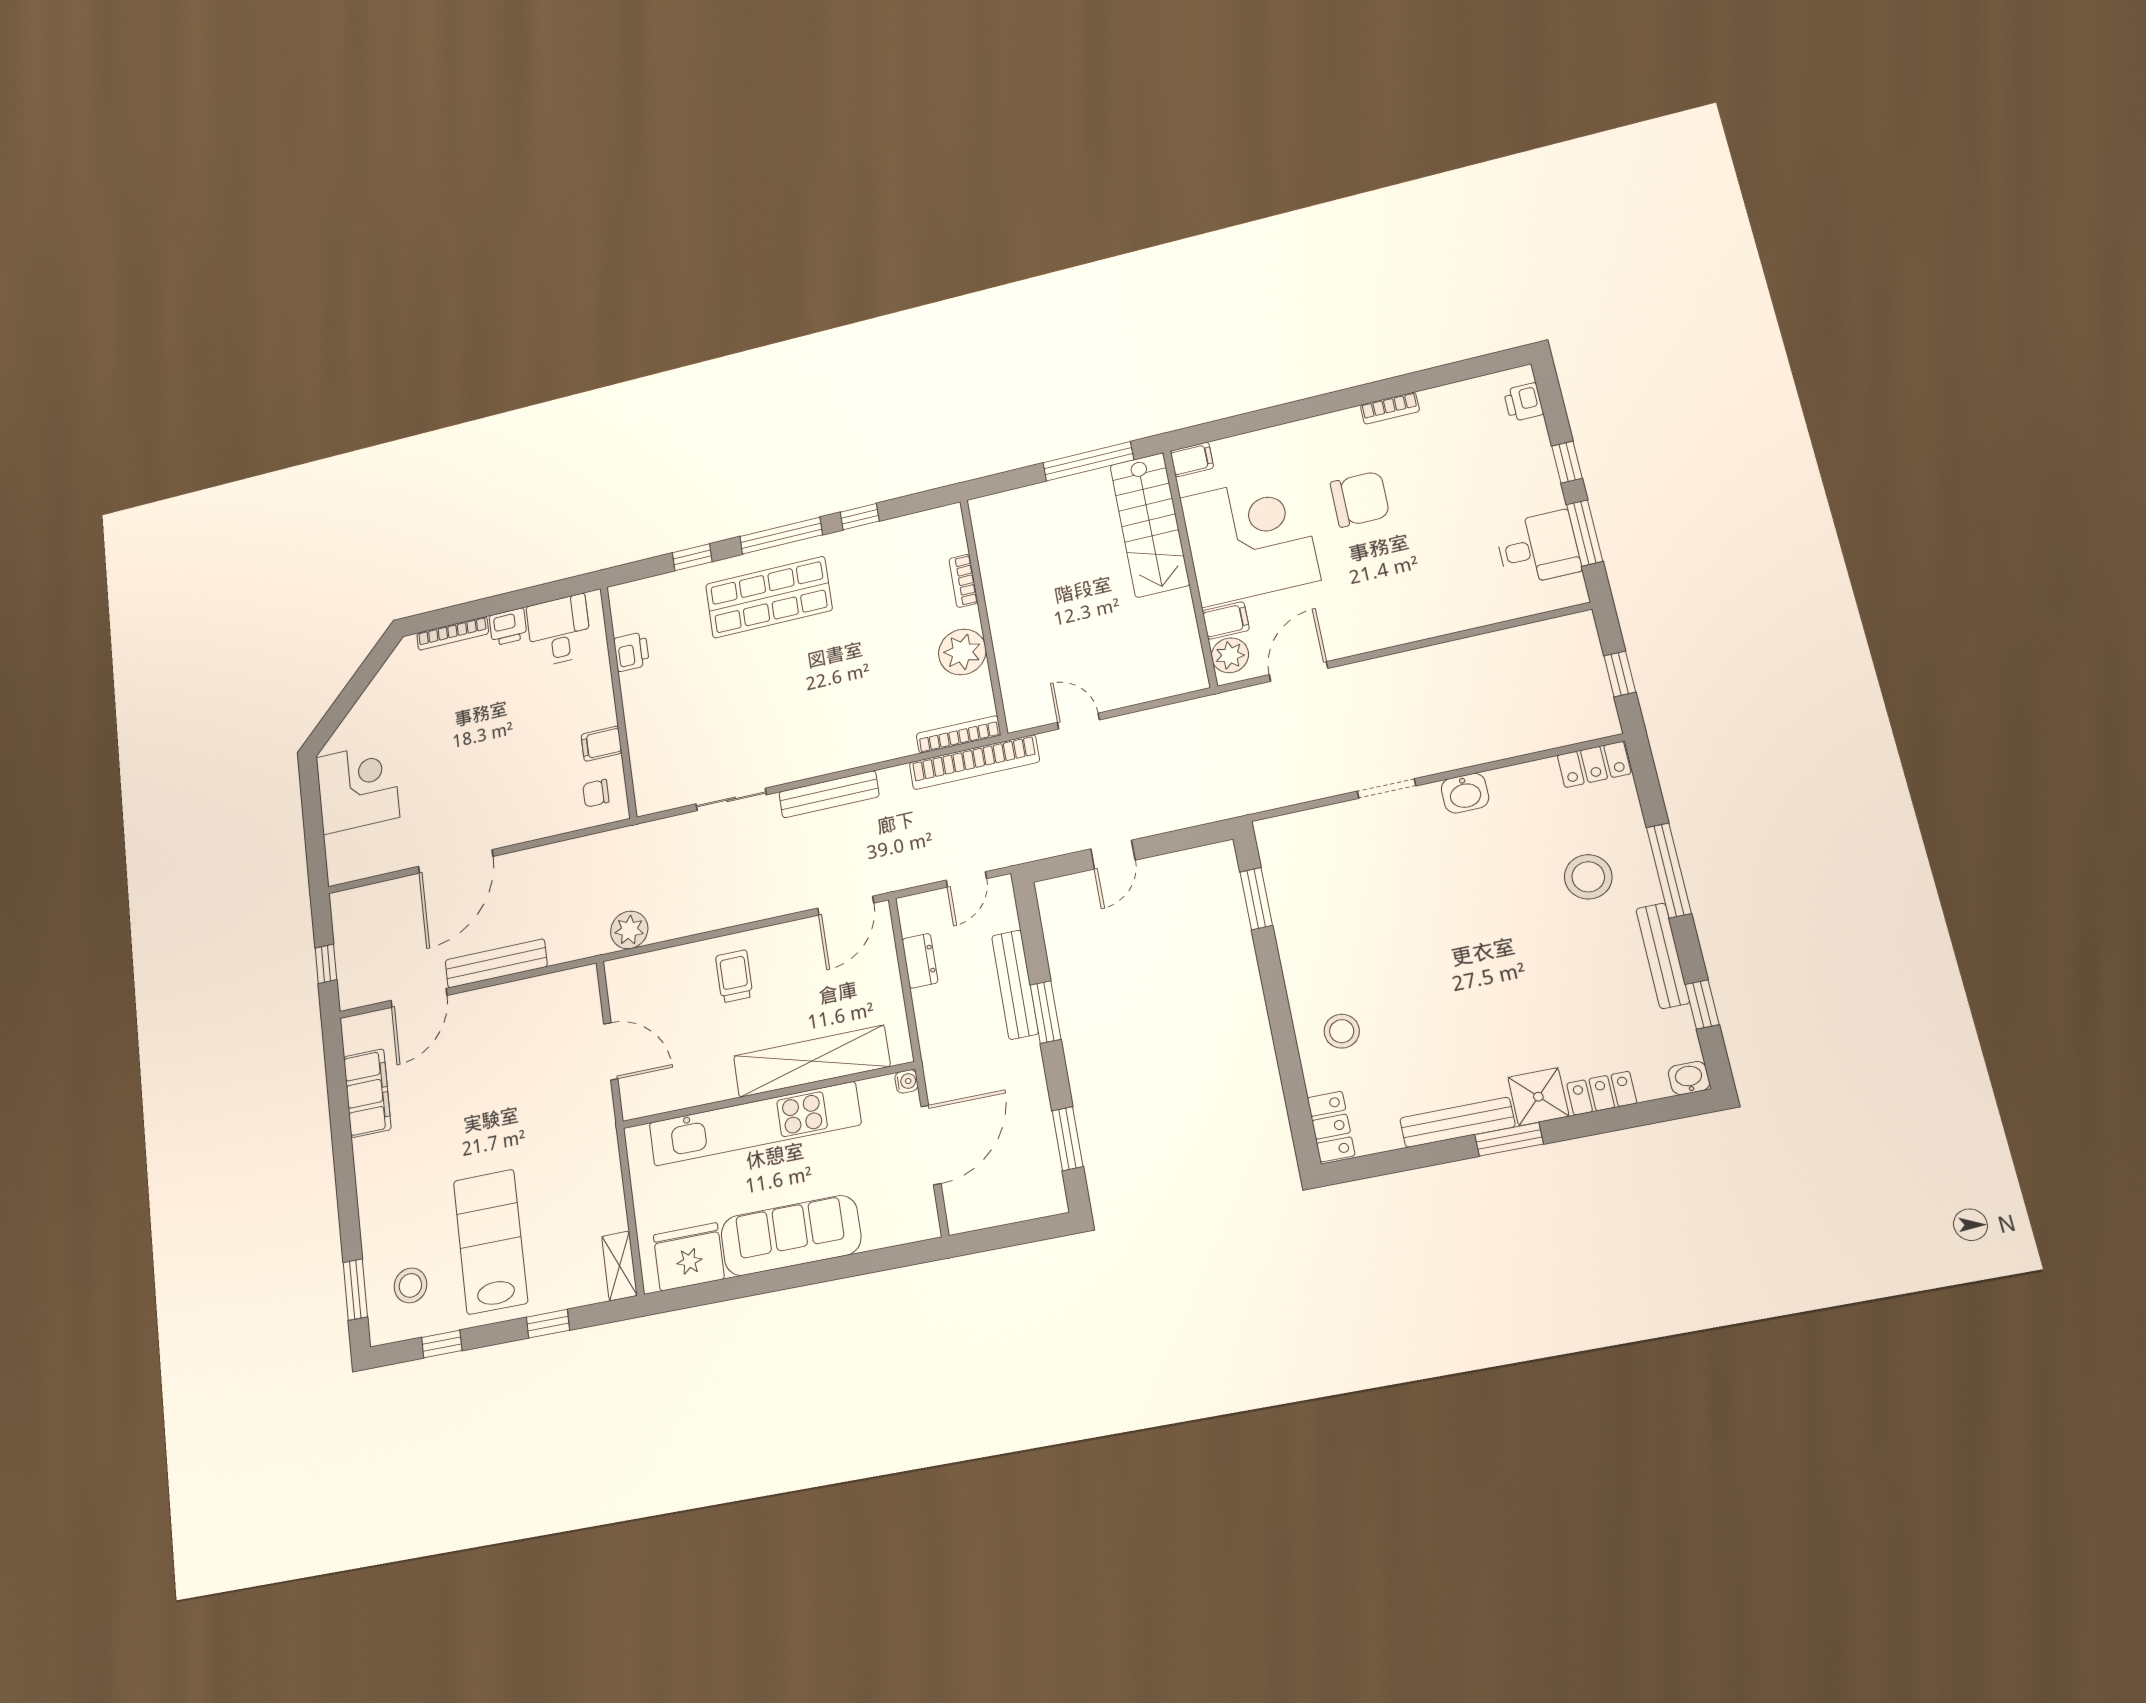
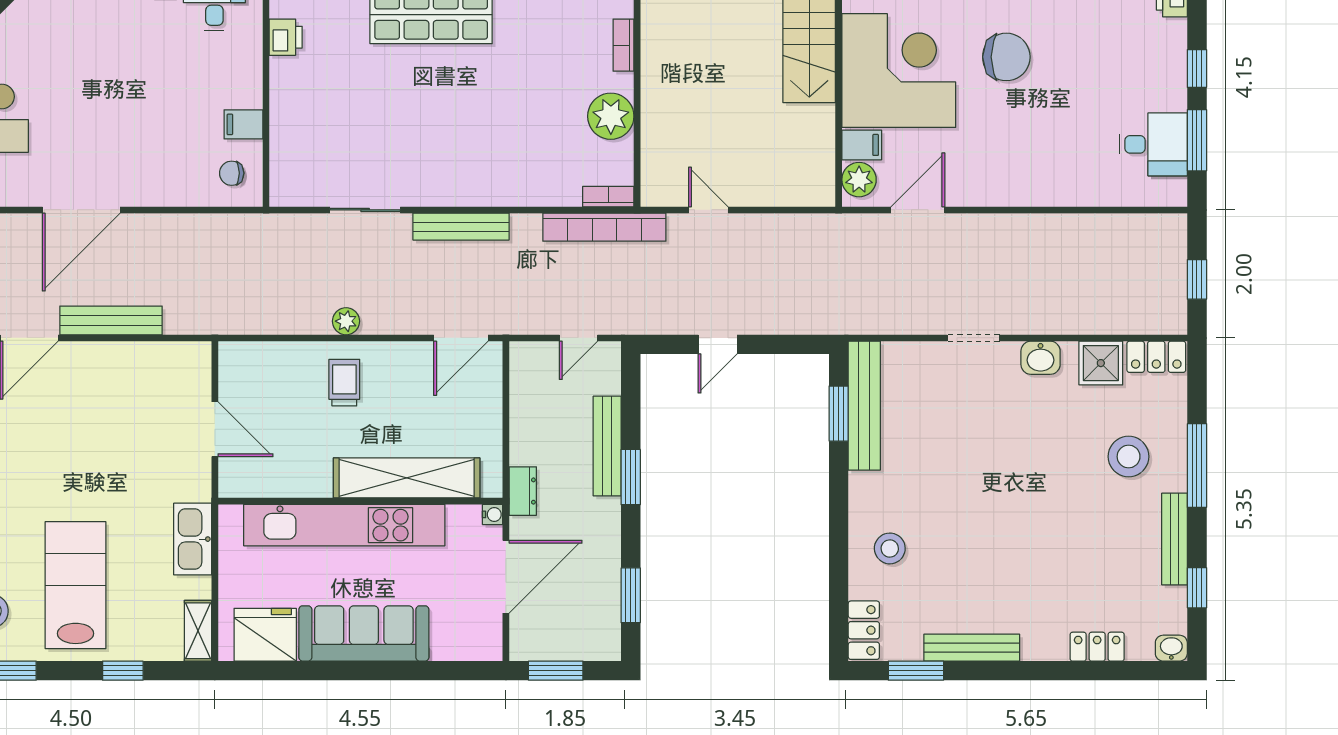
bookcase: (958, 734) -> (608, 197), width x0.64
bench: (1282, 885) -> (864, 406), added
plant: (629, 930) -> (346, 321), moved, width x0.73, depth x0.73
dresser: (920, 961) -> (523, 491), moved
shower: (1538, 1097) -> (1101, 363), moved
window: (1509, 1139) -> (916, 671), moved
kitchen sink: (602, 1170) -> (193, 539), added
window: (1000, 1237) -> (556, 671), added

